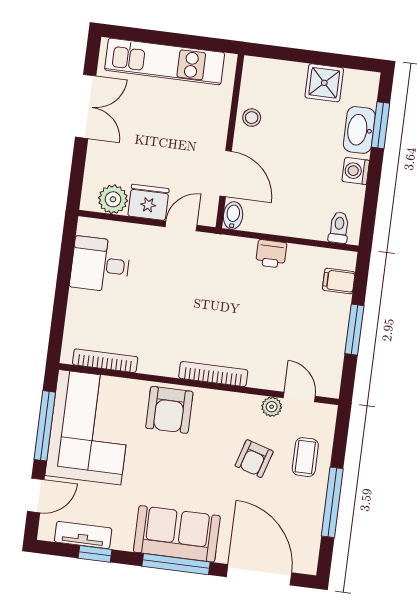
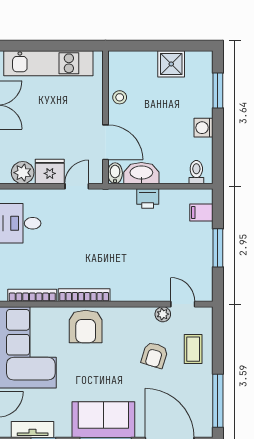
washbasin: (359, 130) -> (141, 173), moved, turned 90
bookcase: (213, 374) -> (84, 295), moved
window: (332, 502) -> (218, 401), moved

